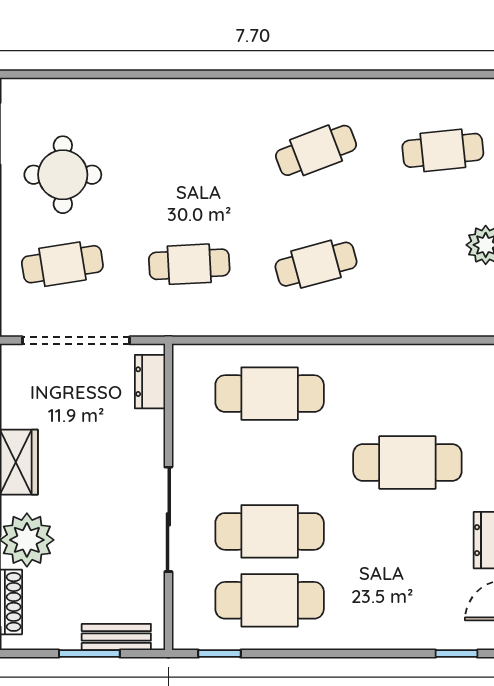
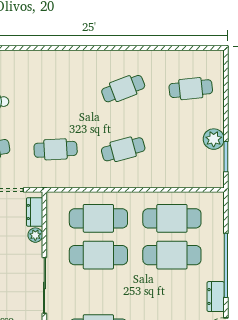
cafe table: (407, 394) -> (172, 218), added
plant: (151, 425) -> (35, 235), added
cafe table: (270, 531) -> (98, 255), moved

